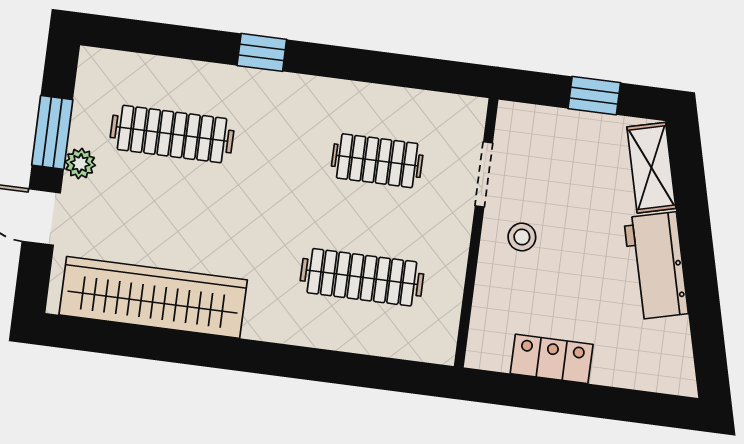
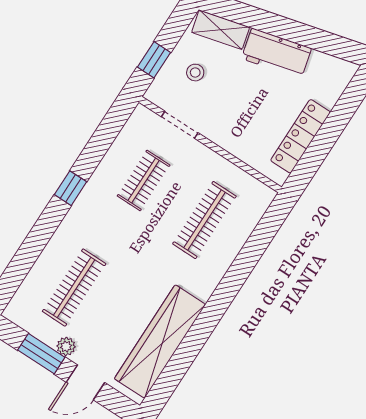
window: (262, 52) -> (71, 188), moved
window: (594, 96) -> (154, 60), moved
stool: (522, 237) -> (195, 73), moved
locker: (552, 359) -> (300, 136), width x1.53

